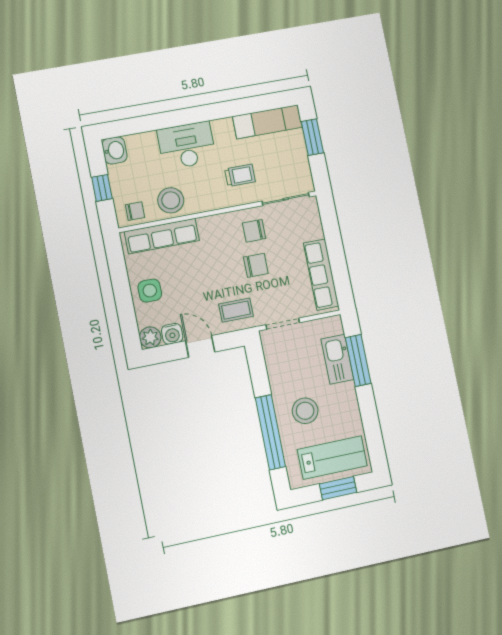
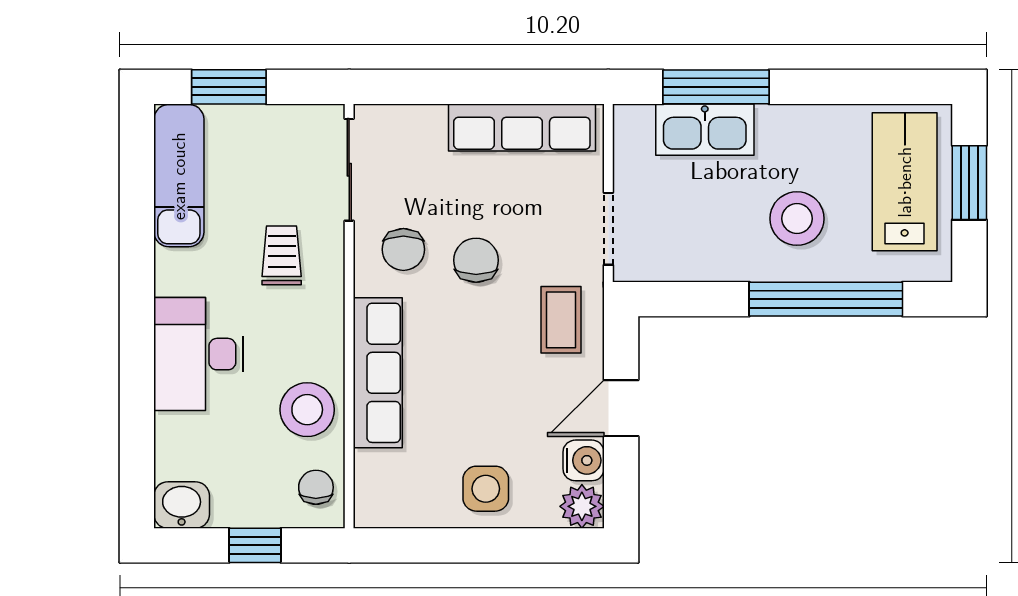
row of seats: (162, 236) -> (378, 373), moved

